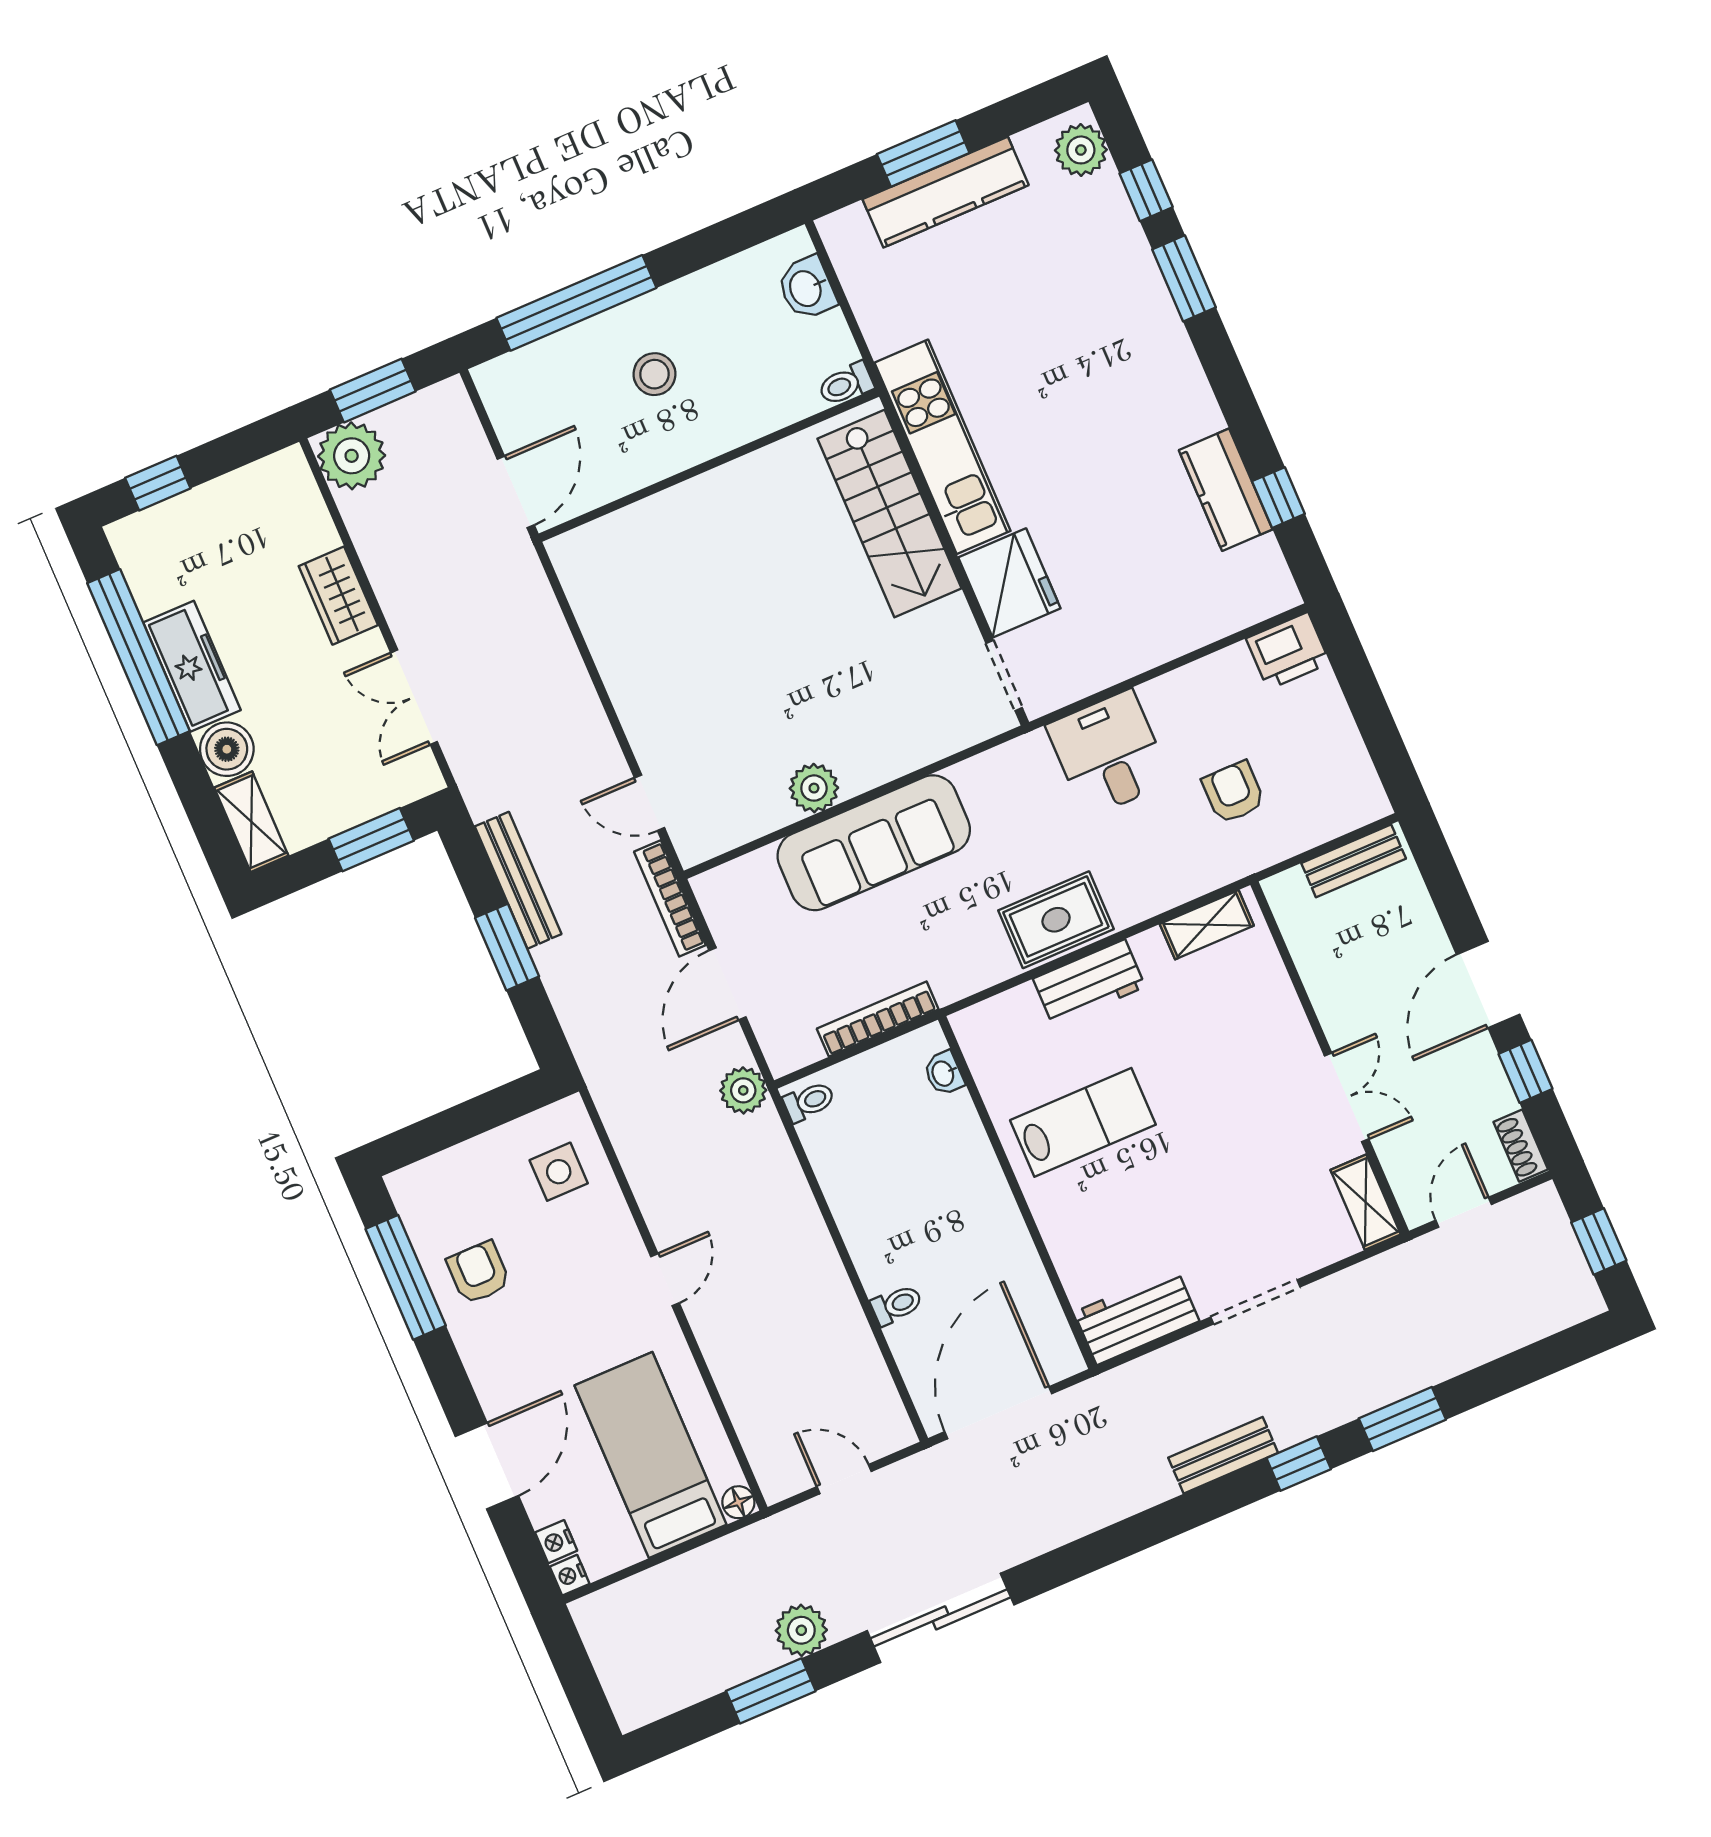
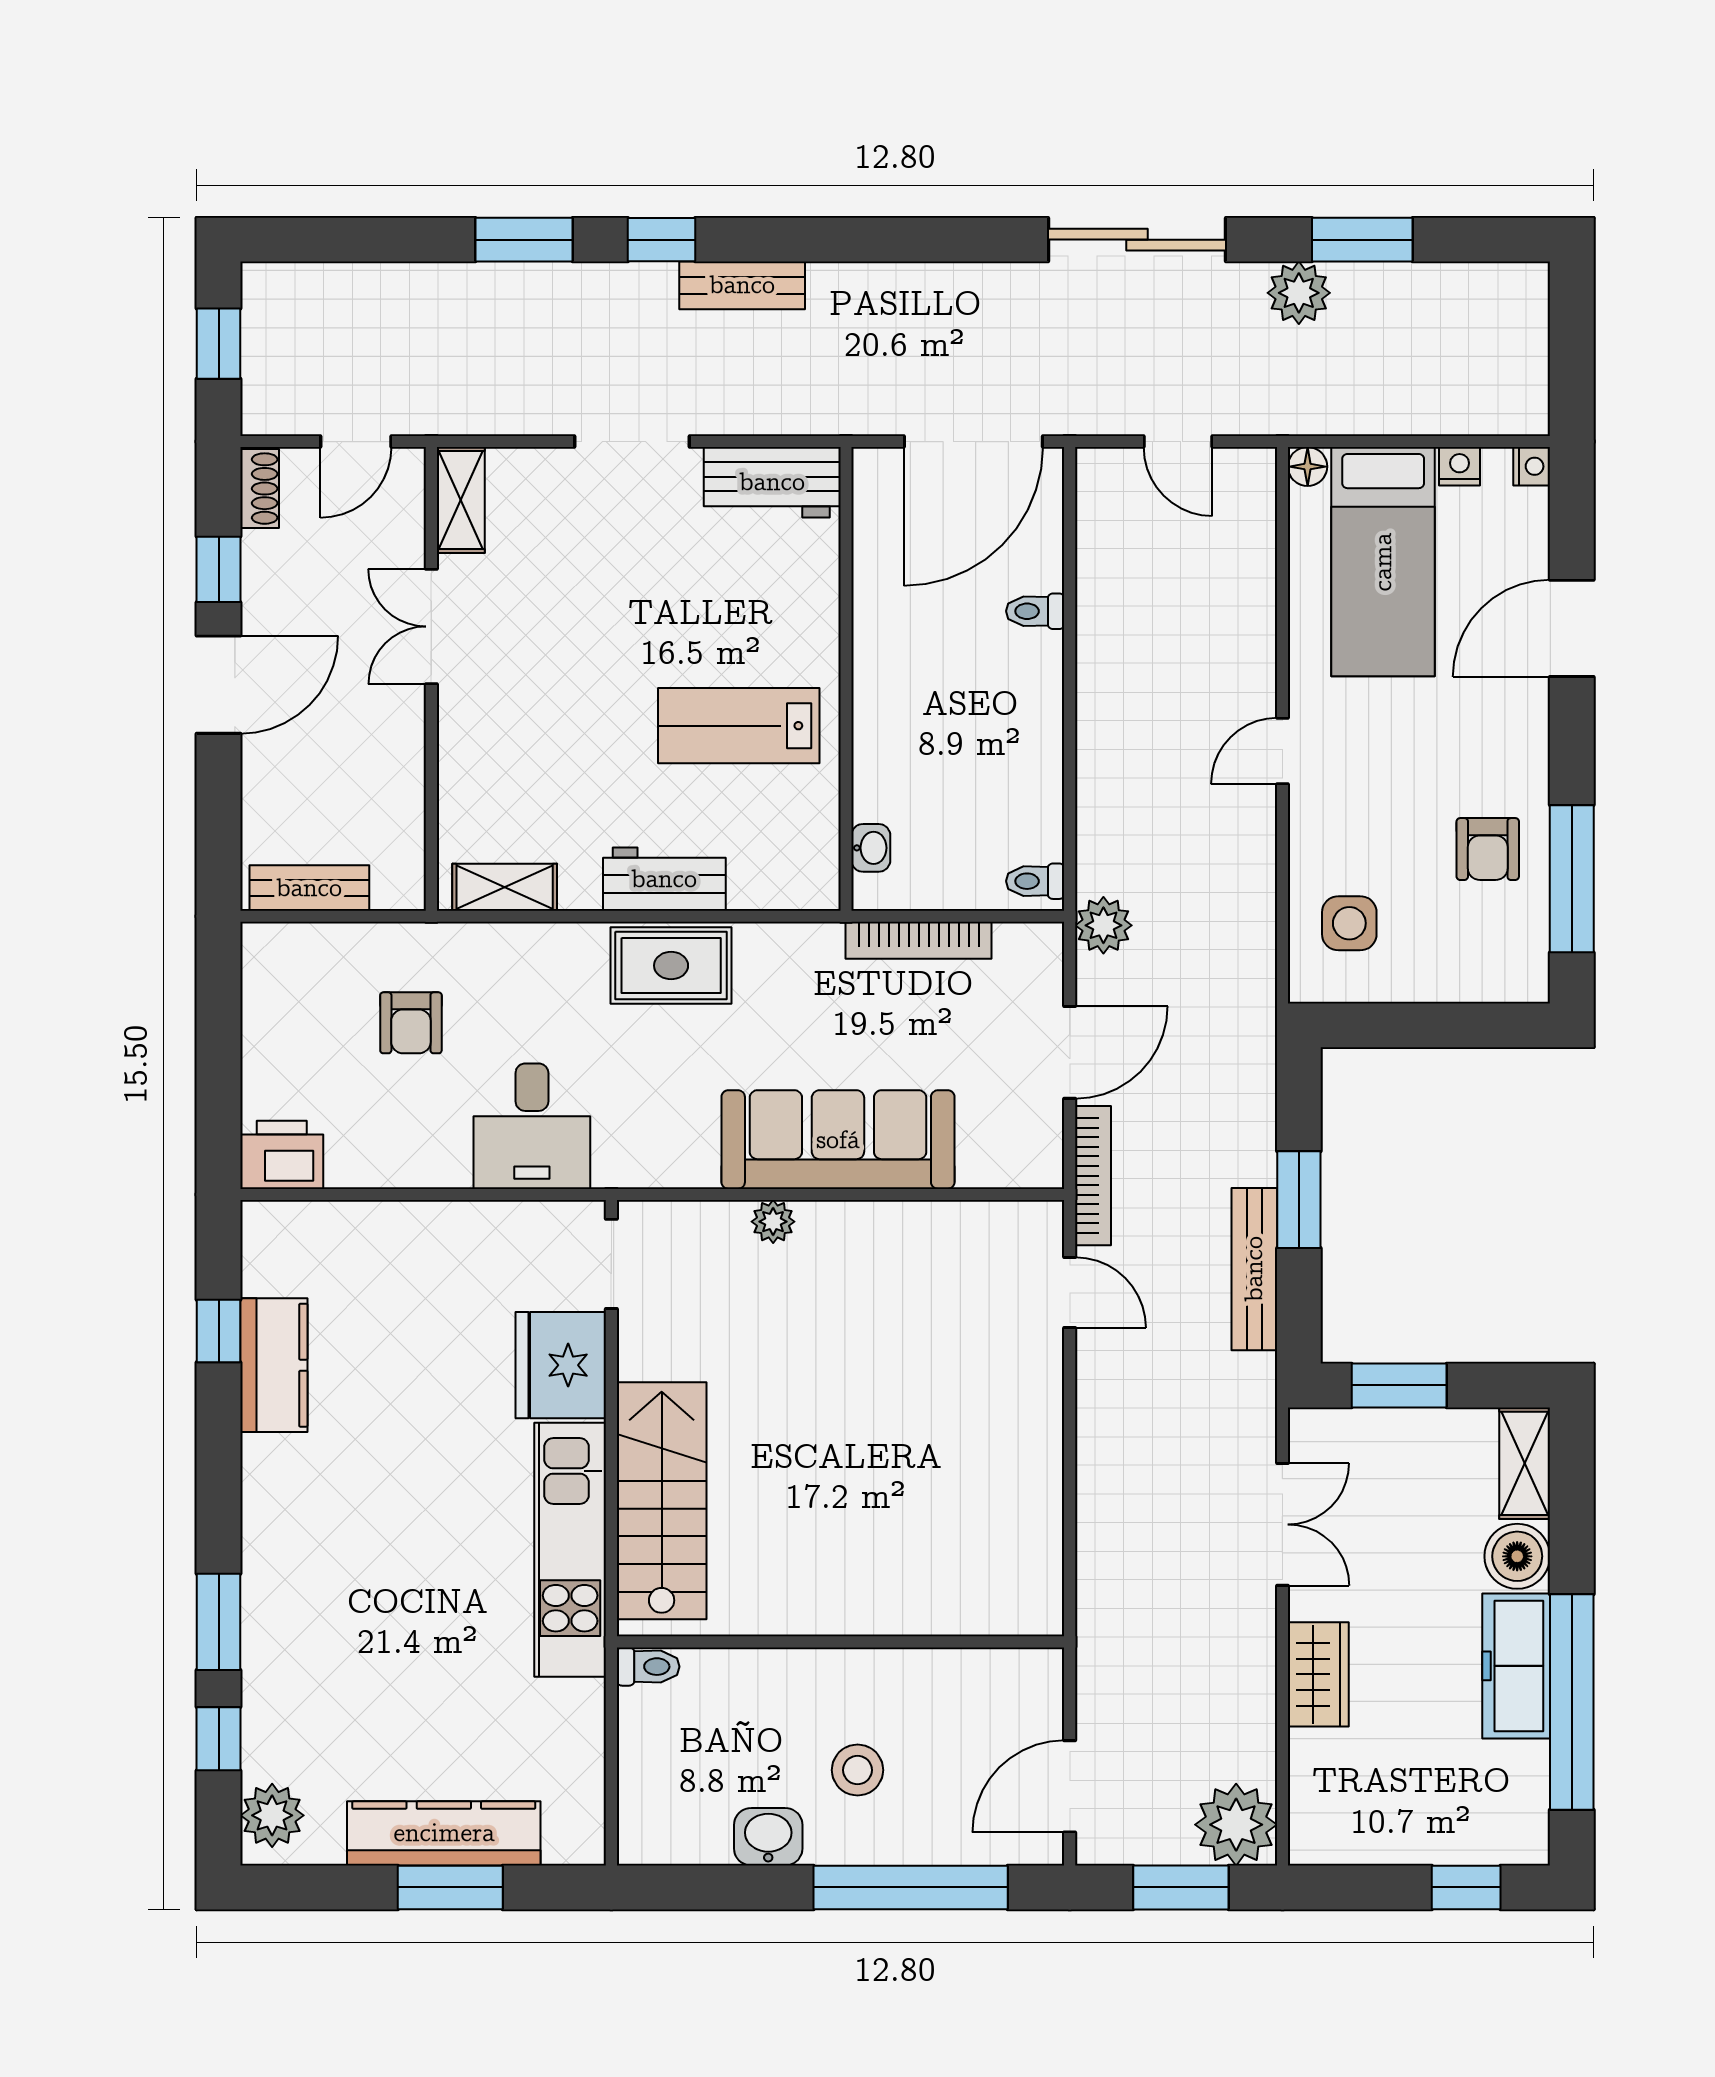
washbasin: (807, 288) -> (768, 1837), moved, turned -90
door: (516, 492) -> (1070, 1786), moved
plant: (814, 788) -> (773, 1222), moved, width x0.73, depth x0.73
nightstand: (556, 1542) -> (1460, 466), moved, turned -90

